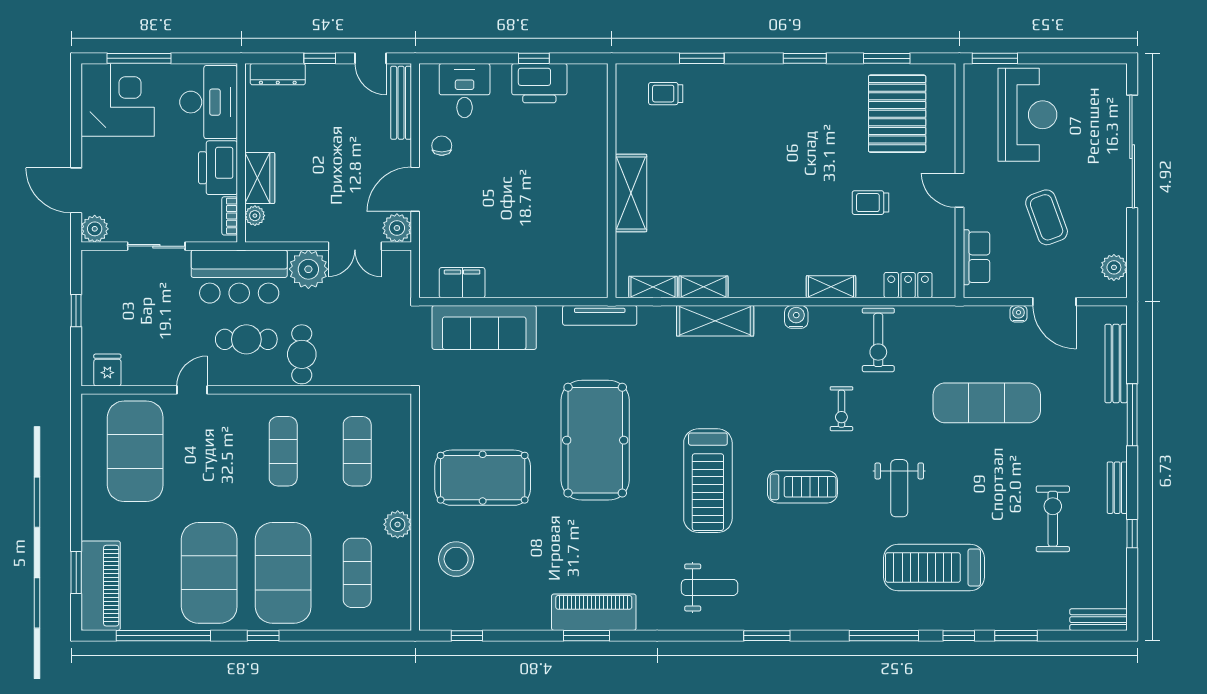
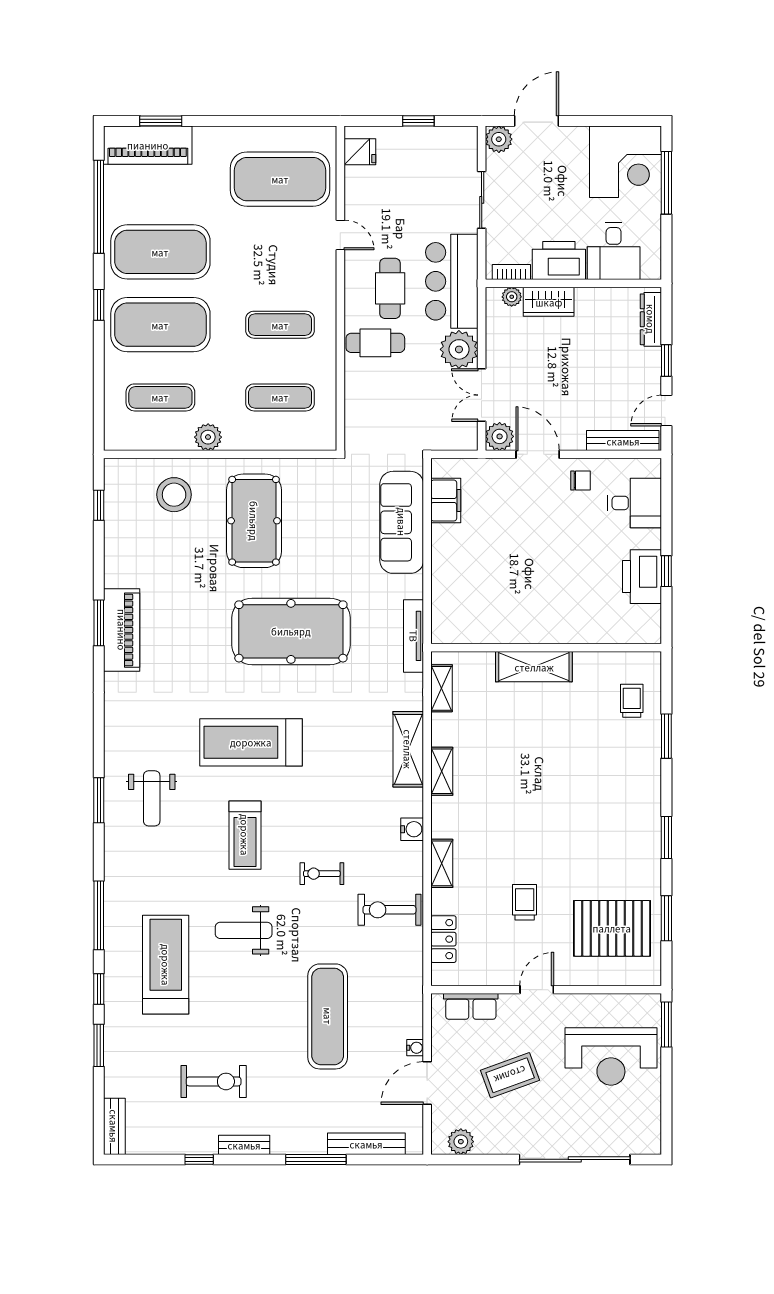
desk: (209, 102) -> (614, 251), width x0.73
shelving: (704, 287) -> (442, 771), moved
weight bench: (710, 587) -> (152, 798), moved

